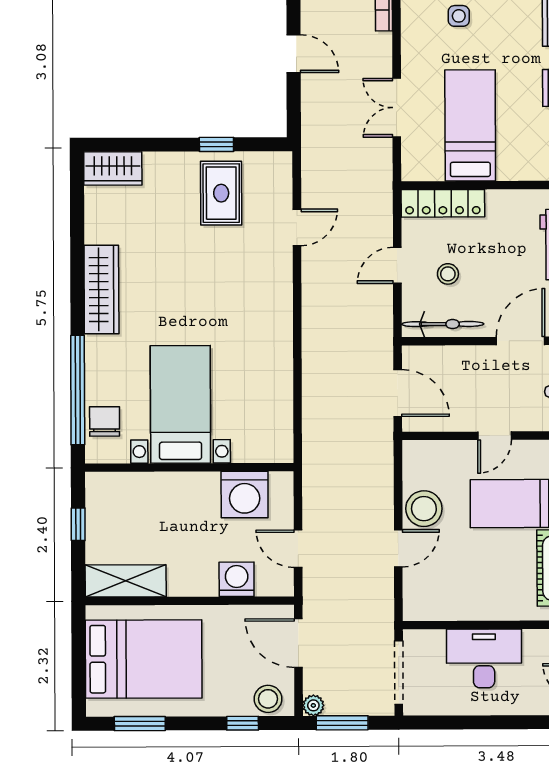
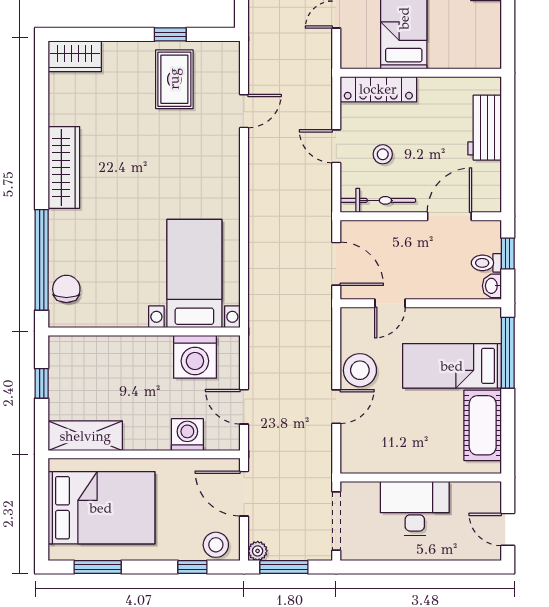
door: (397, 265) -> (336, 146), hinge flipped
bed with nightstands: (180, 404) -> (194, 273), moved
door: (495, 436) -> (390, 303), moved

